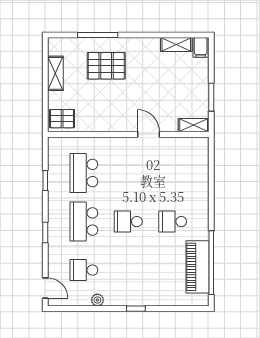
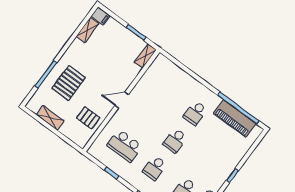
pallet: (62, 119) -> (88, 118), moved, turned 90
door: (148, 134) -> (122, 100), moved
school desk: (84, 222) -> (155, 168), width x0.54

